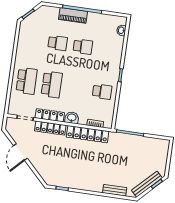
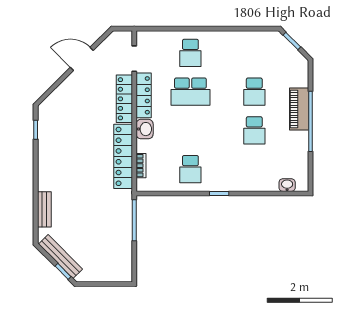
school desk: (27, 81) -> (190, 53), width x0.54

